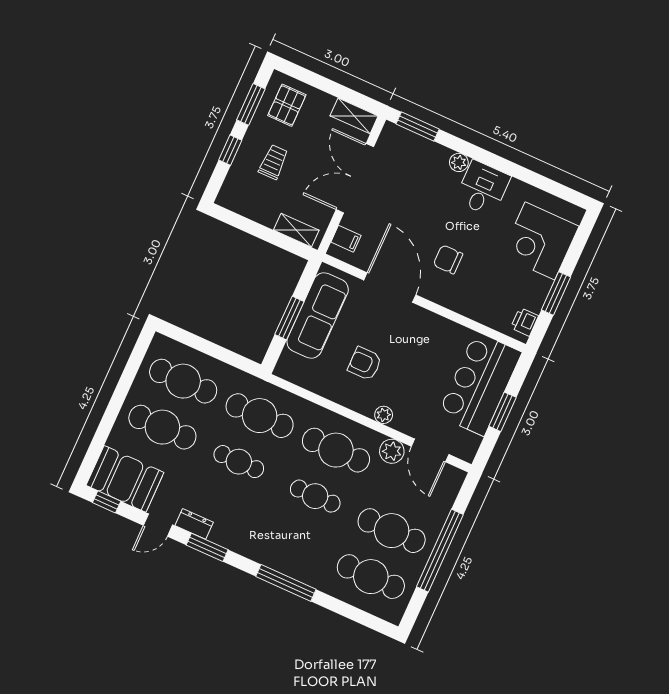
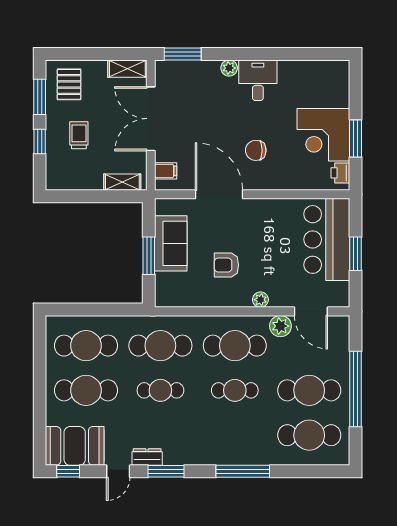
corner desk: (540, 241) -> (323, 135), moved
sofa: (318, 315) -> (171, 243), width x0.73

